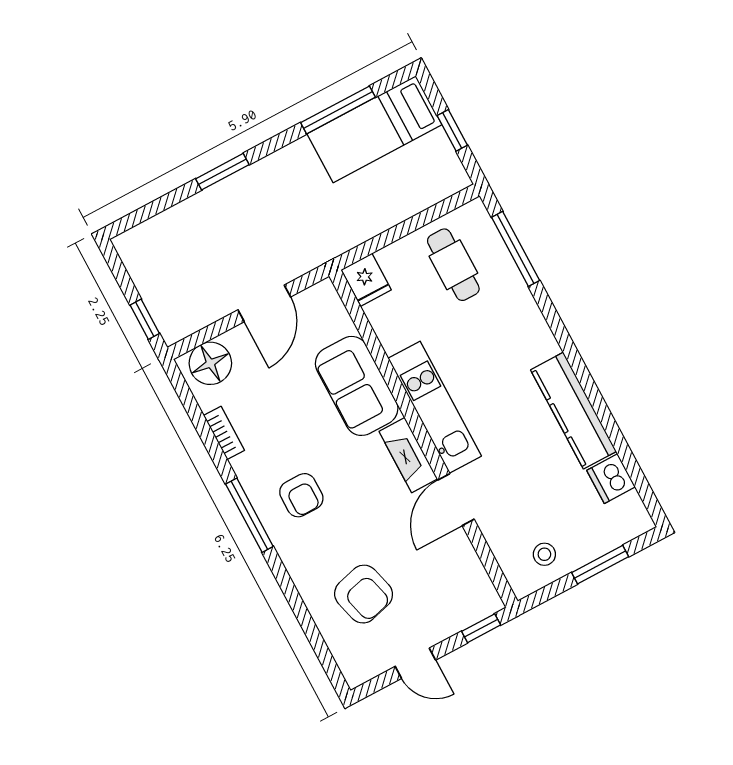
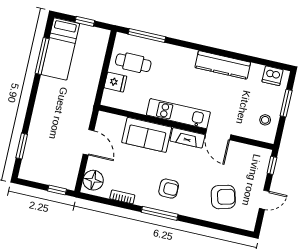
window: (222, 172) -> (22, 146), moved
fridge: (366, 280) -> (115, 82), moved
dishwasher: (611, 479) -> (273, 76), moved

